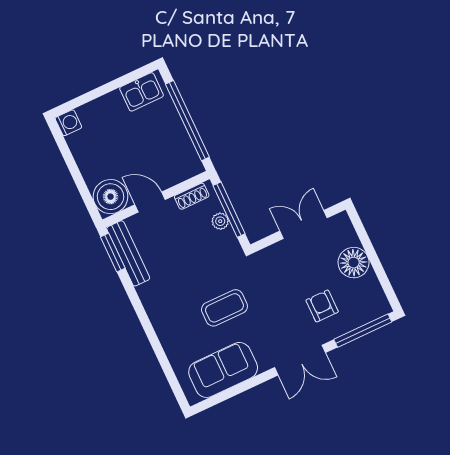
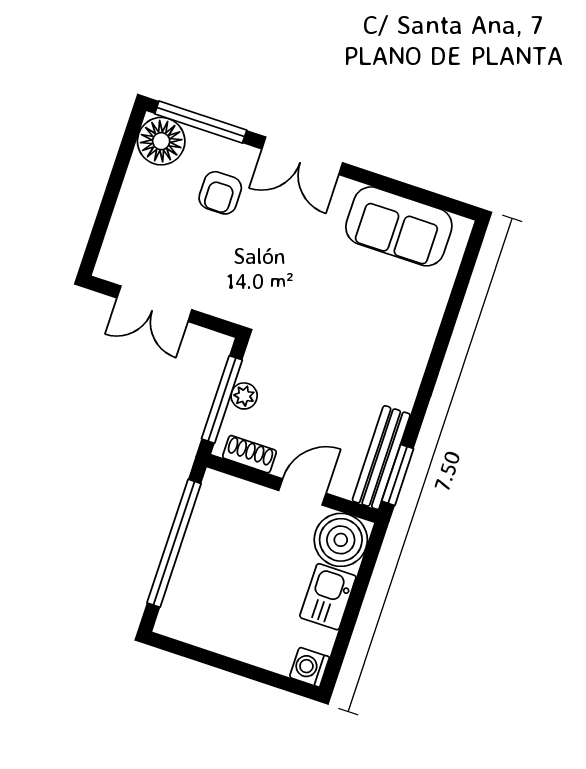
kitchen sink: (142, 92) -> (328, 597), moved, turned -90
door: (150, 202) -> (302, 492), swing flipped
floor lamp: (354, 263) -> (161, 141), moved
coffee table: (224, 308) -> (331, 294), removed
double door: (300, 360) -> (302, 156), swing flipped

